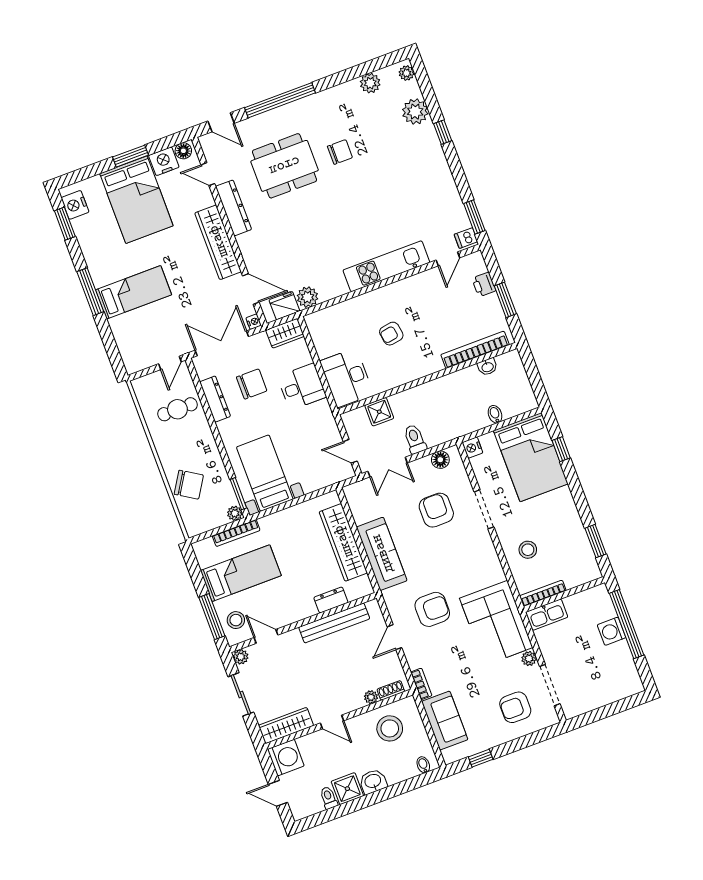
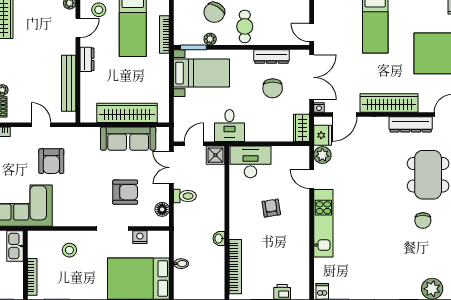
door: (448, 259) -> (312, 179), moved
washbasin: (487, 367) -> (219, 238), moved
desk: (302, 387) -> (229, 126), moved
cafe table: (177, 409) -> (245, 26), moved
shower: (379, 412) -> (216, 155), moved
nightstand: (472, 448) -> (140, 237), moved
plant: (235, 513) -> (210, 39), moved
sofa: (382, 554) -> (128, 139), moved
bookcase: (543, 593) -> (32, 277), moved
dresser: (331, 600) -> (87, 59), moved

